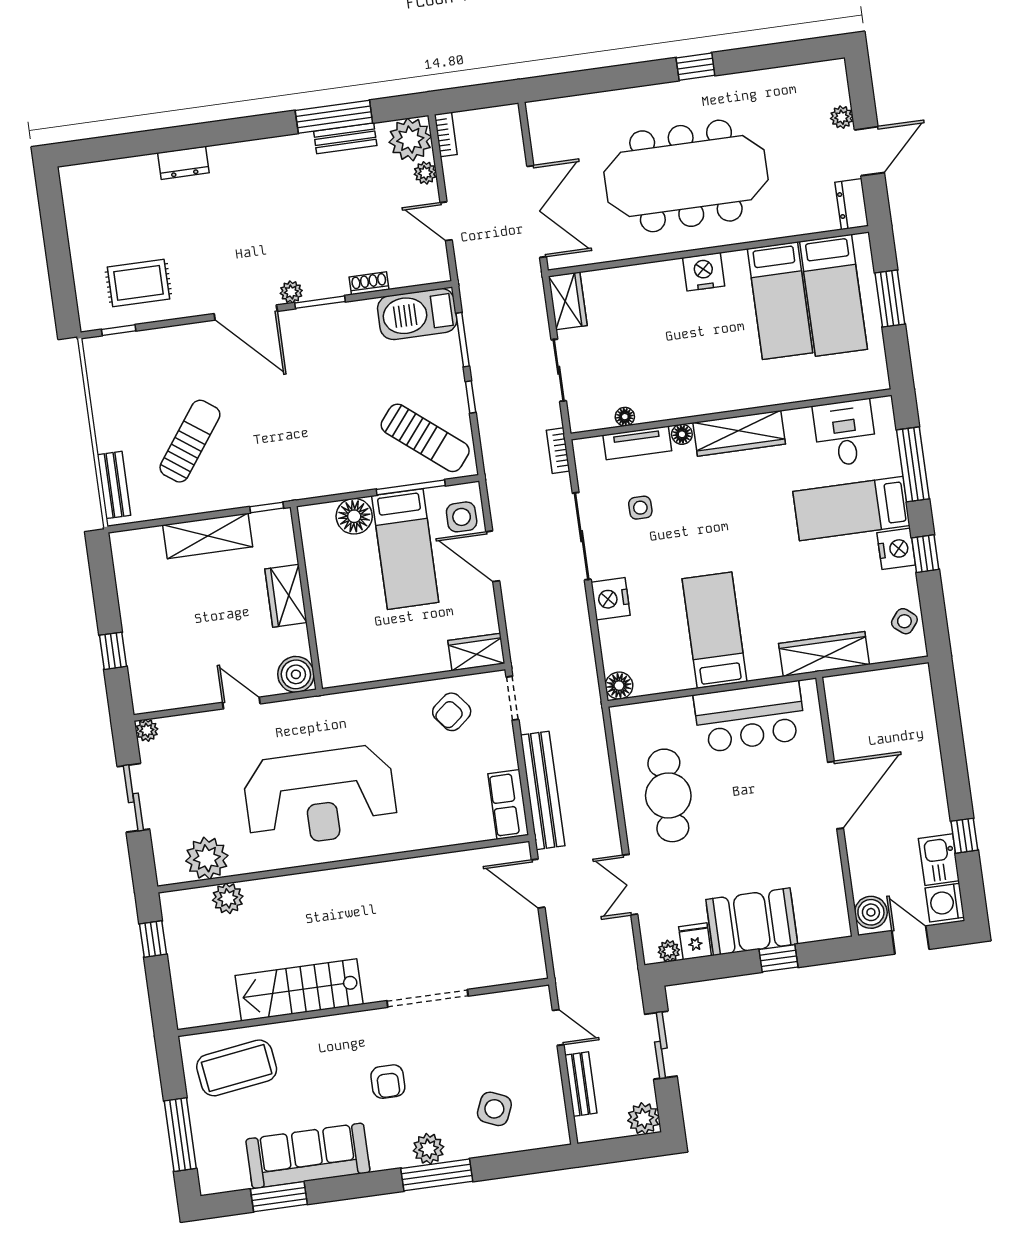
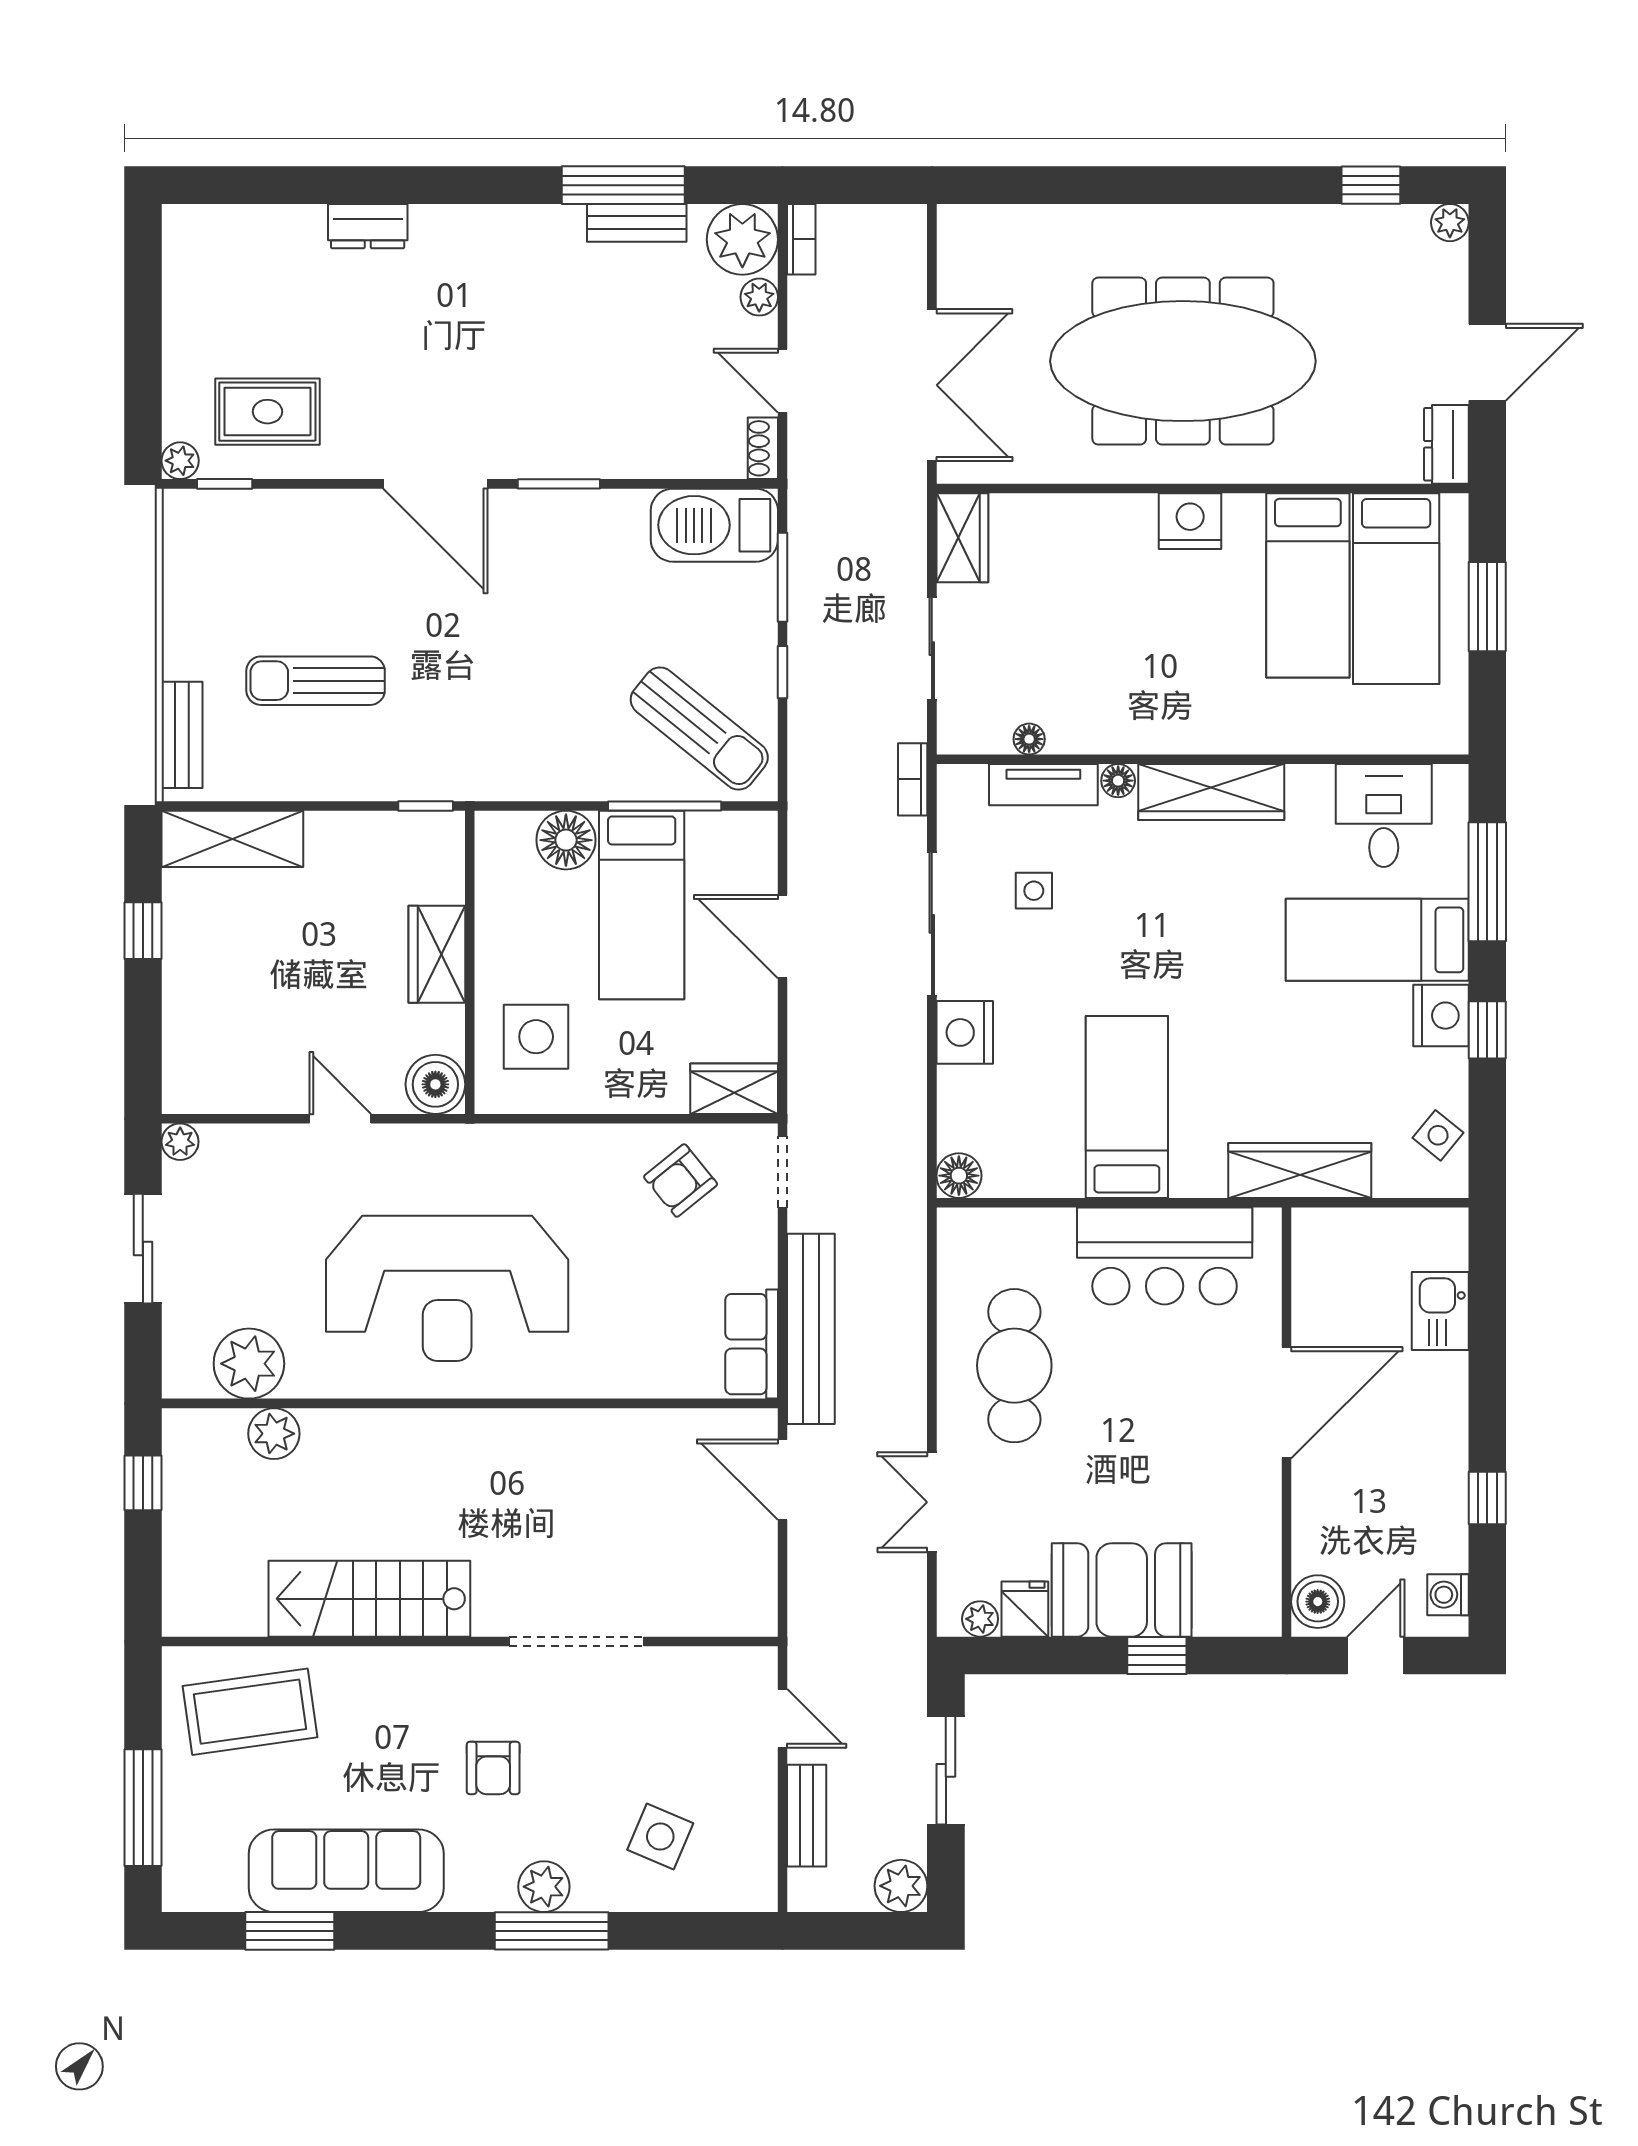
window: (695, 67) -> (1371, 185), moved
plant: (842, 117) -> (1450, 223), moved
shoe rack: (369, 283) -> (763, 448), moved, turned -90
plant: (291, 292) -> (180, 461), moved
sun lounger: (190, 441) -> (316, 681), turned -126
side table: (462, 517) -> (536, 1037), moved, width x1.37, depth x1.37
shelving: (208, 536) -> (232, 839), moved
window: (113, 651) -> (143, 931), moved
kitchen sink: (939, 860) -> (1440, 1311), moved
washing machine: (945, 903) -> (1448, 1595), width x0.73, depth x0.73
door: (910, 940) -> (1376, 1655), hinge flipped

